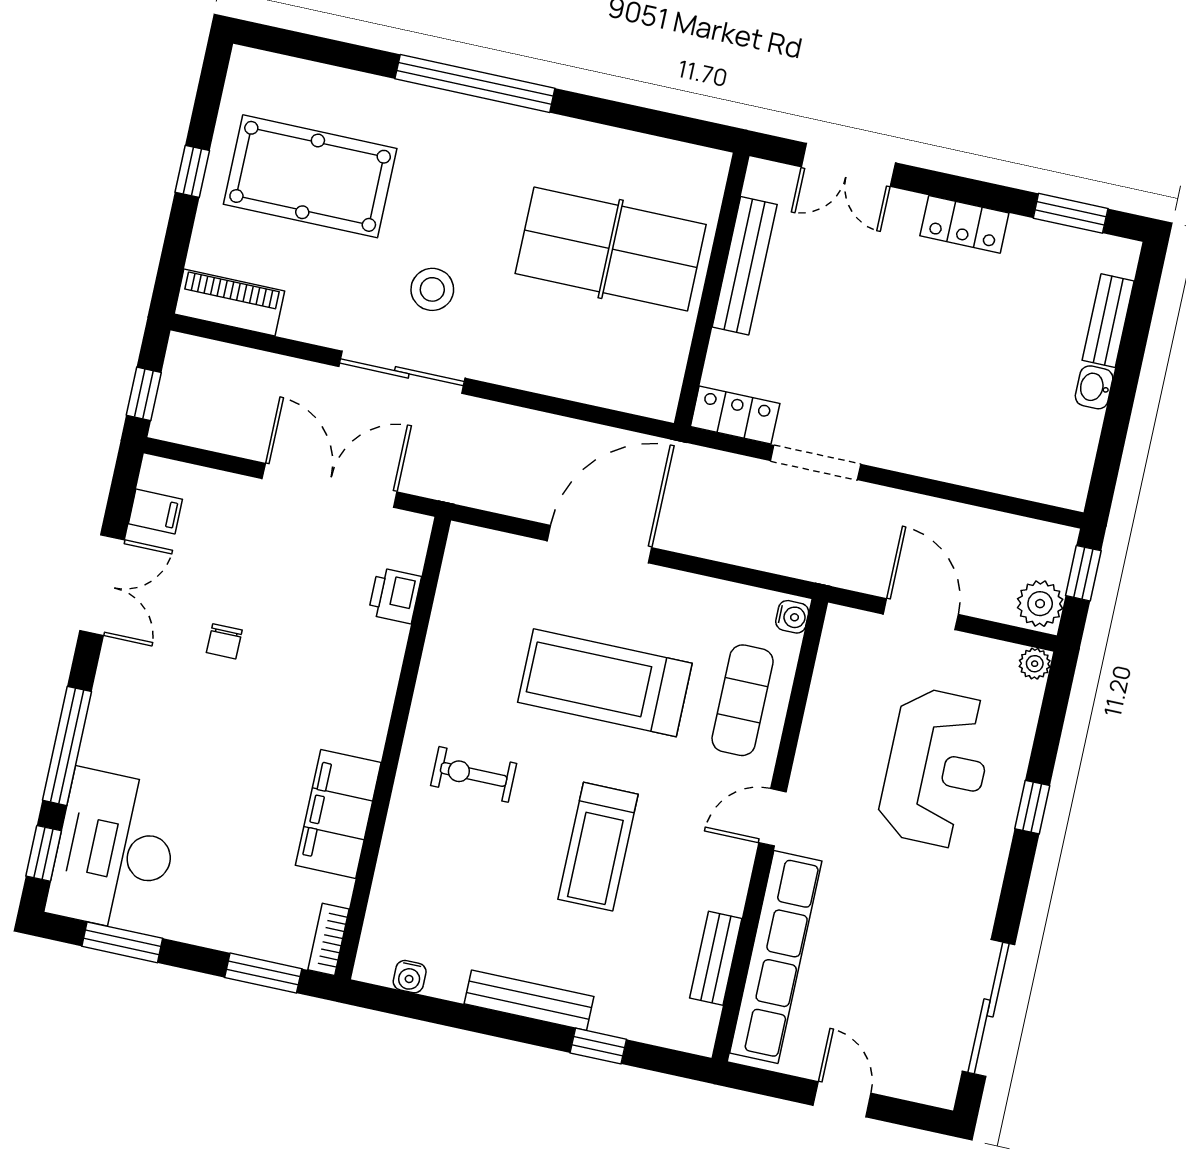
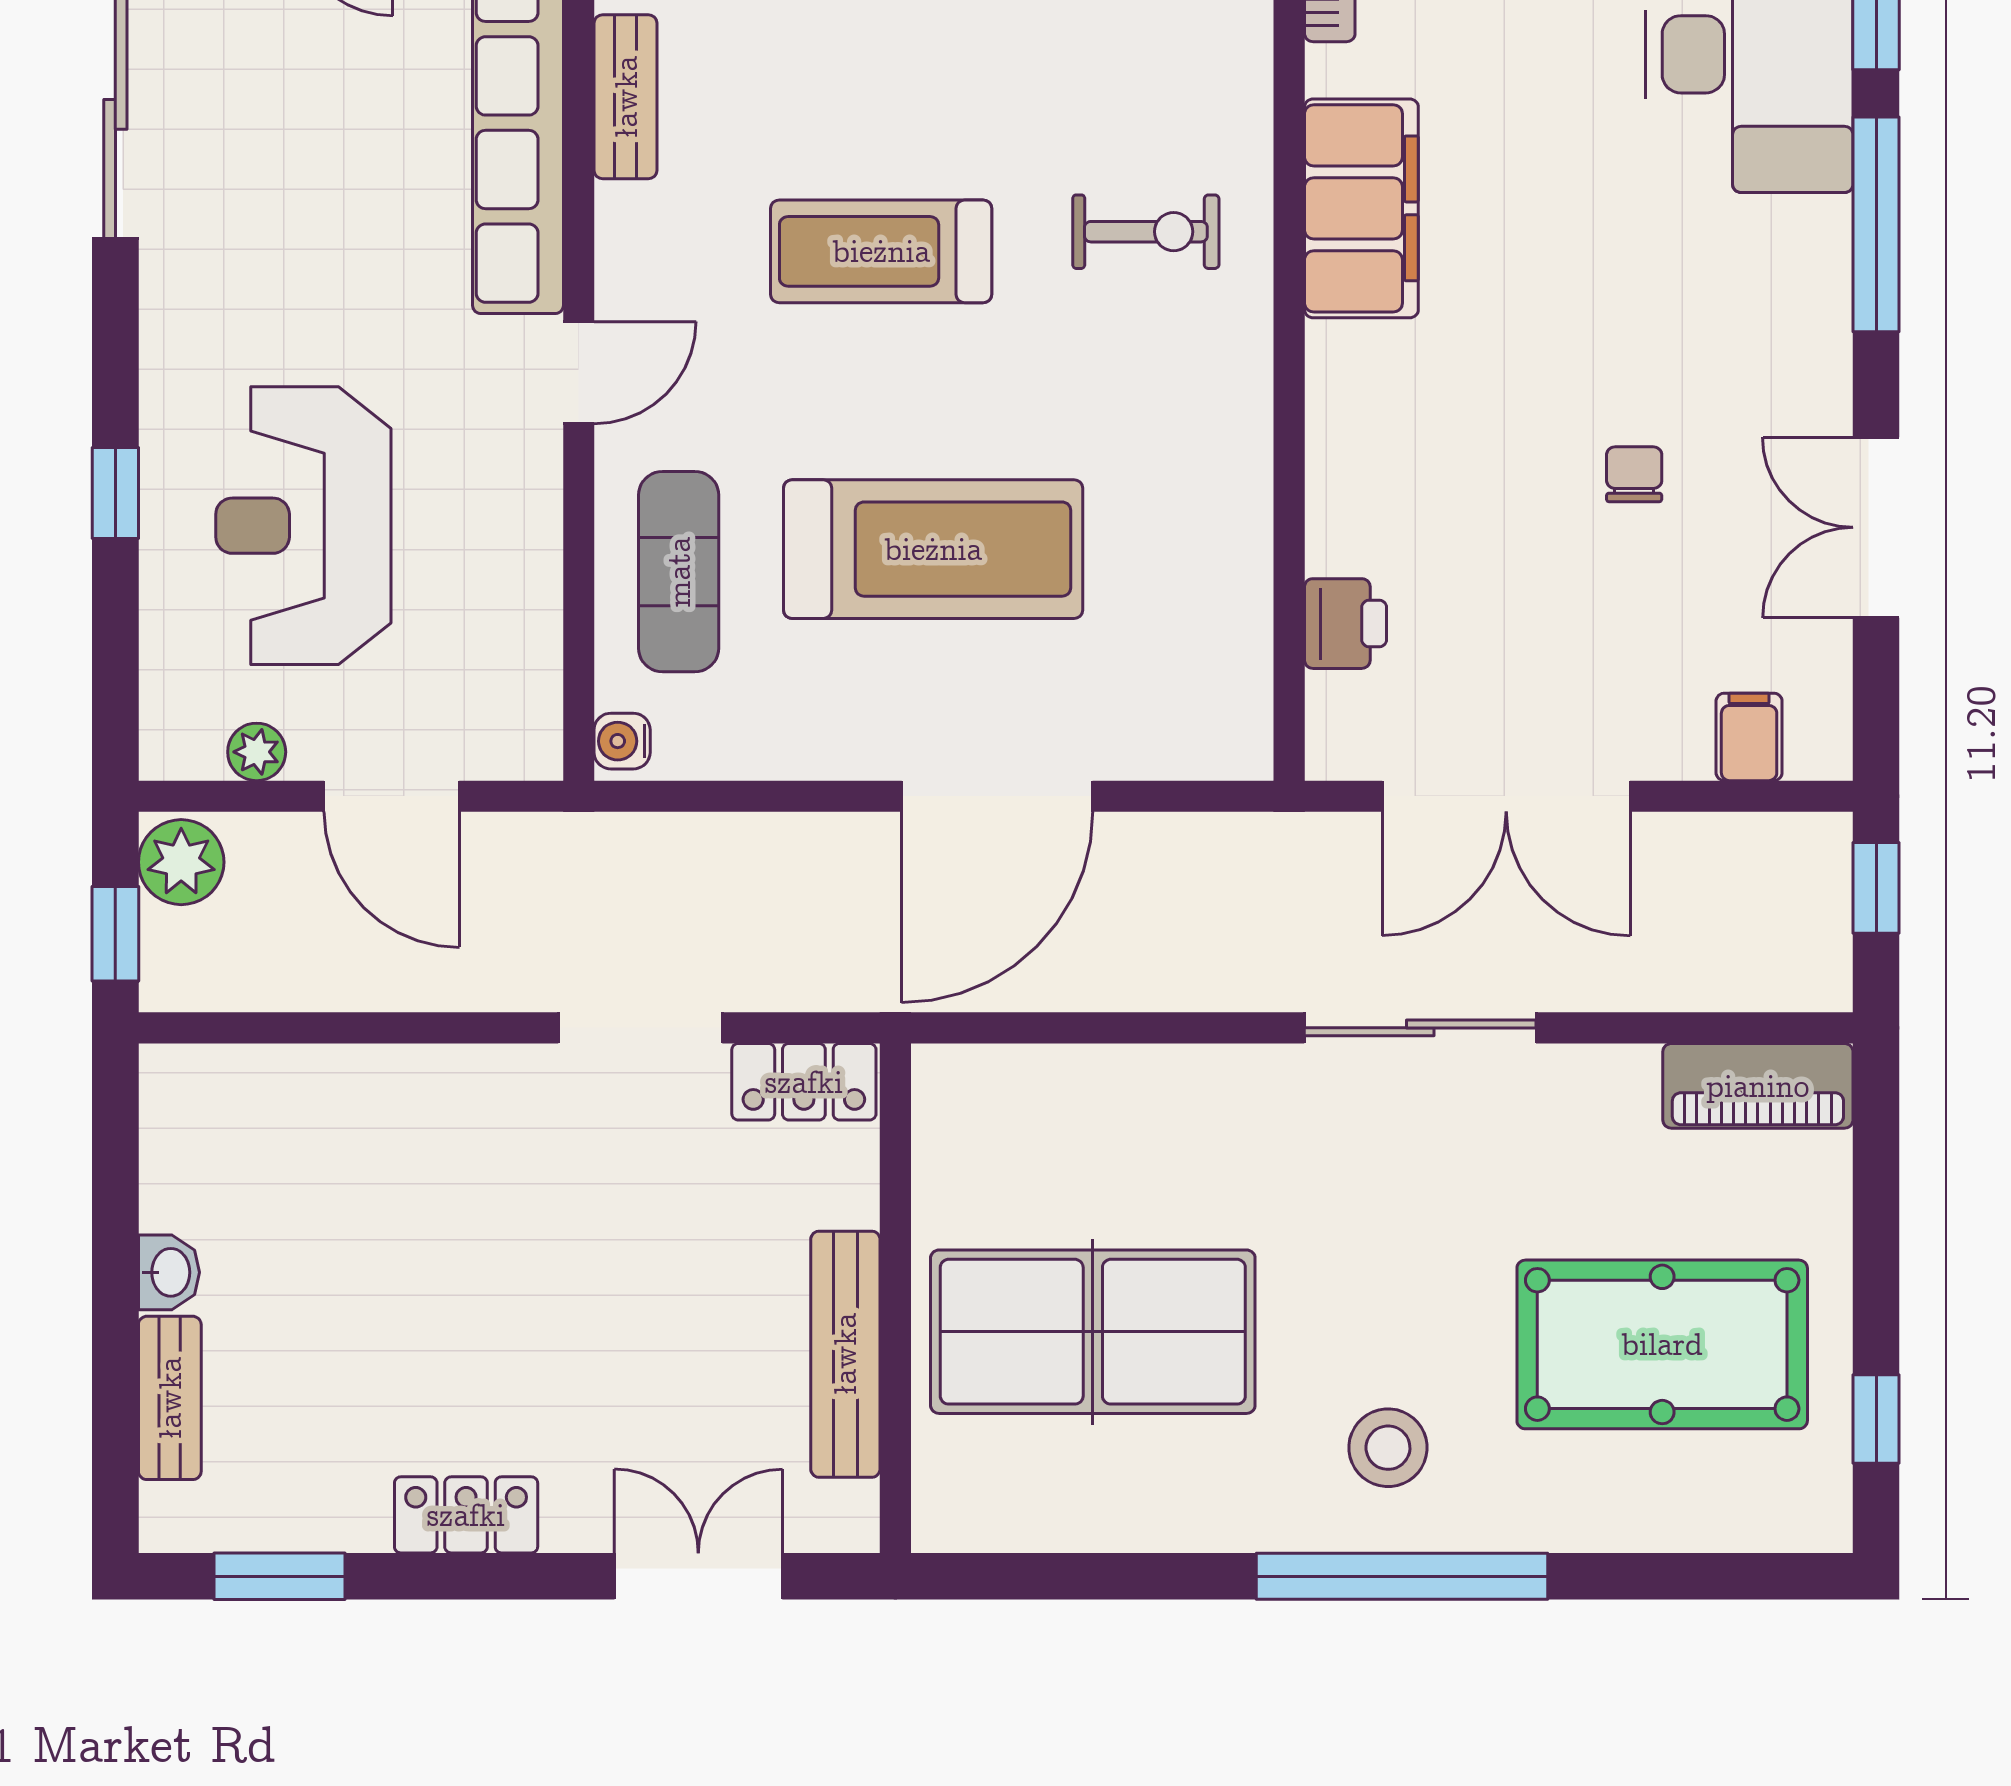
window: (192, 171) -> (1876, 1419), moved
stool: (432, 289) -> (1388, 1448), moved
filing cabinet: (155, 511) -> (1749, 737), moved, turned 90
plant: (1035, 664) -> (257, 752), moved
exercise bike: (474, 774) -> (1146, 232), moved
treadmill: (598, 847) -> (881, 251), turned -90

